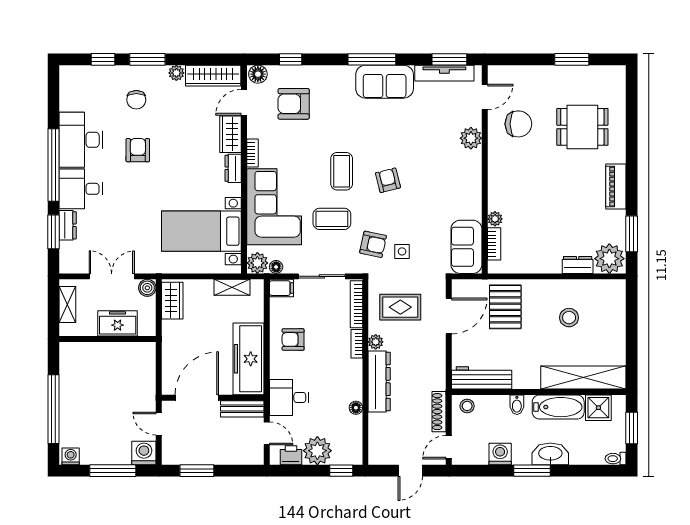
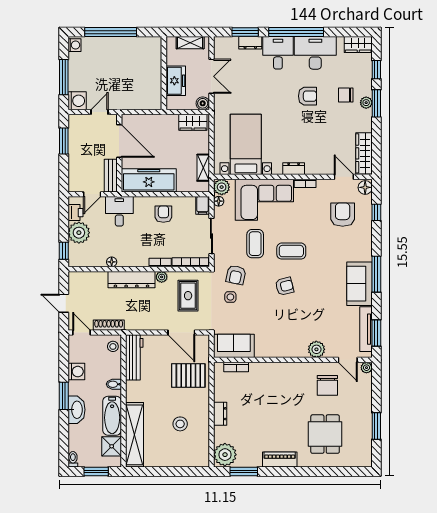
plant: (176, 73) -> (366, 103), moved
wardrobe: (231, 134) -> (358, 44), moved, turned 180
plant: (495, 219) -> (366, 368), moved
dresser: (578, 265) -> (220, 414), moved

